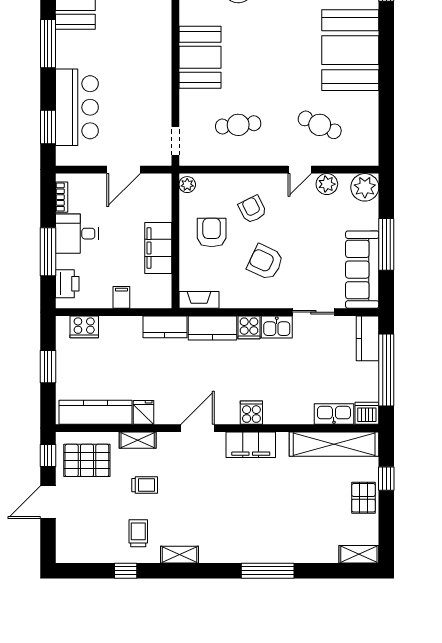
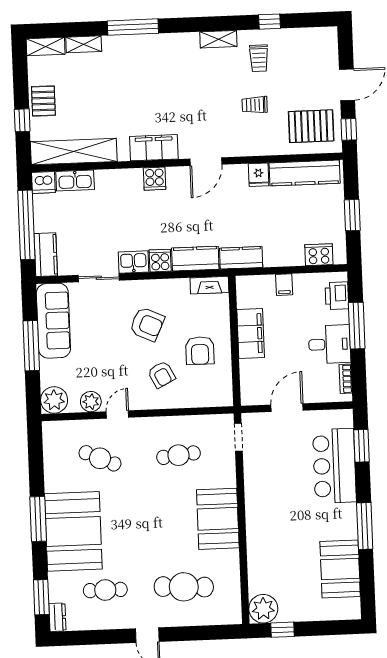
window: (386, 64) -> (38, 519), added
plant: (187, 185) -> (225, 396), removed
shelving: (138, 440) -> (84, 44), moved

